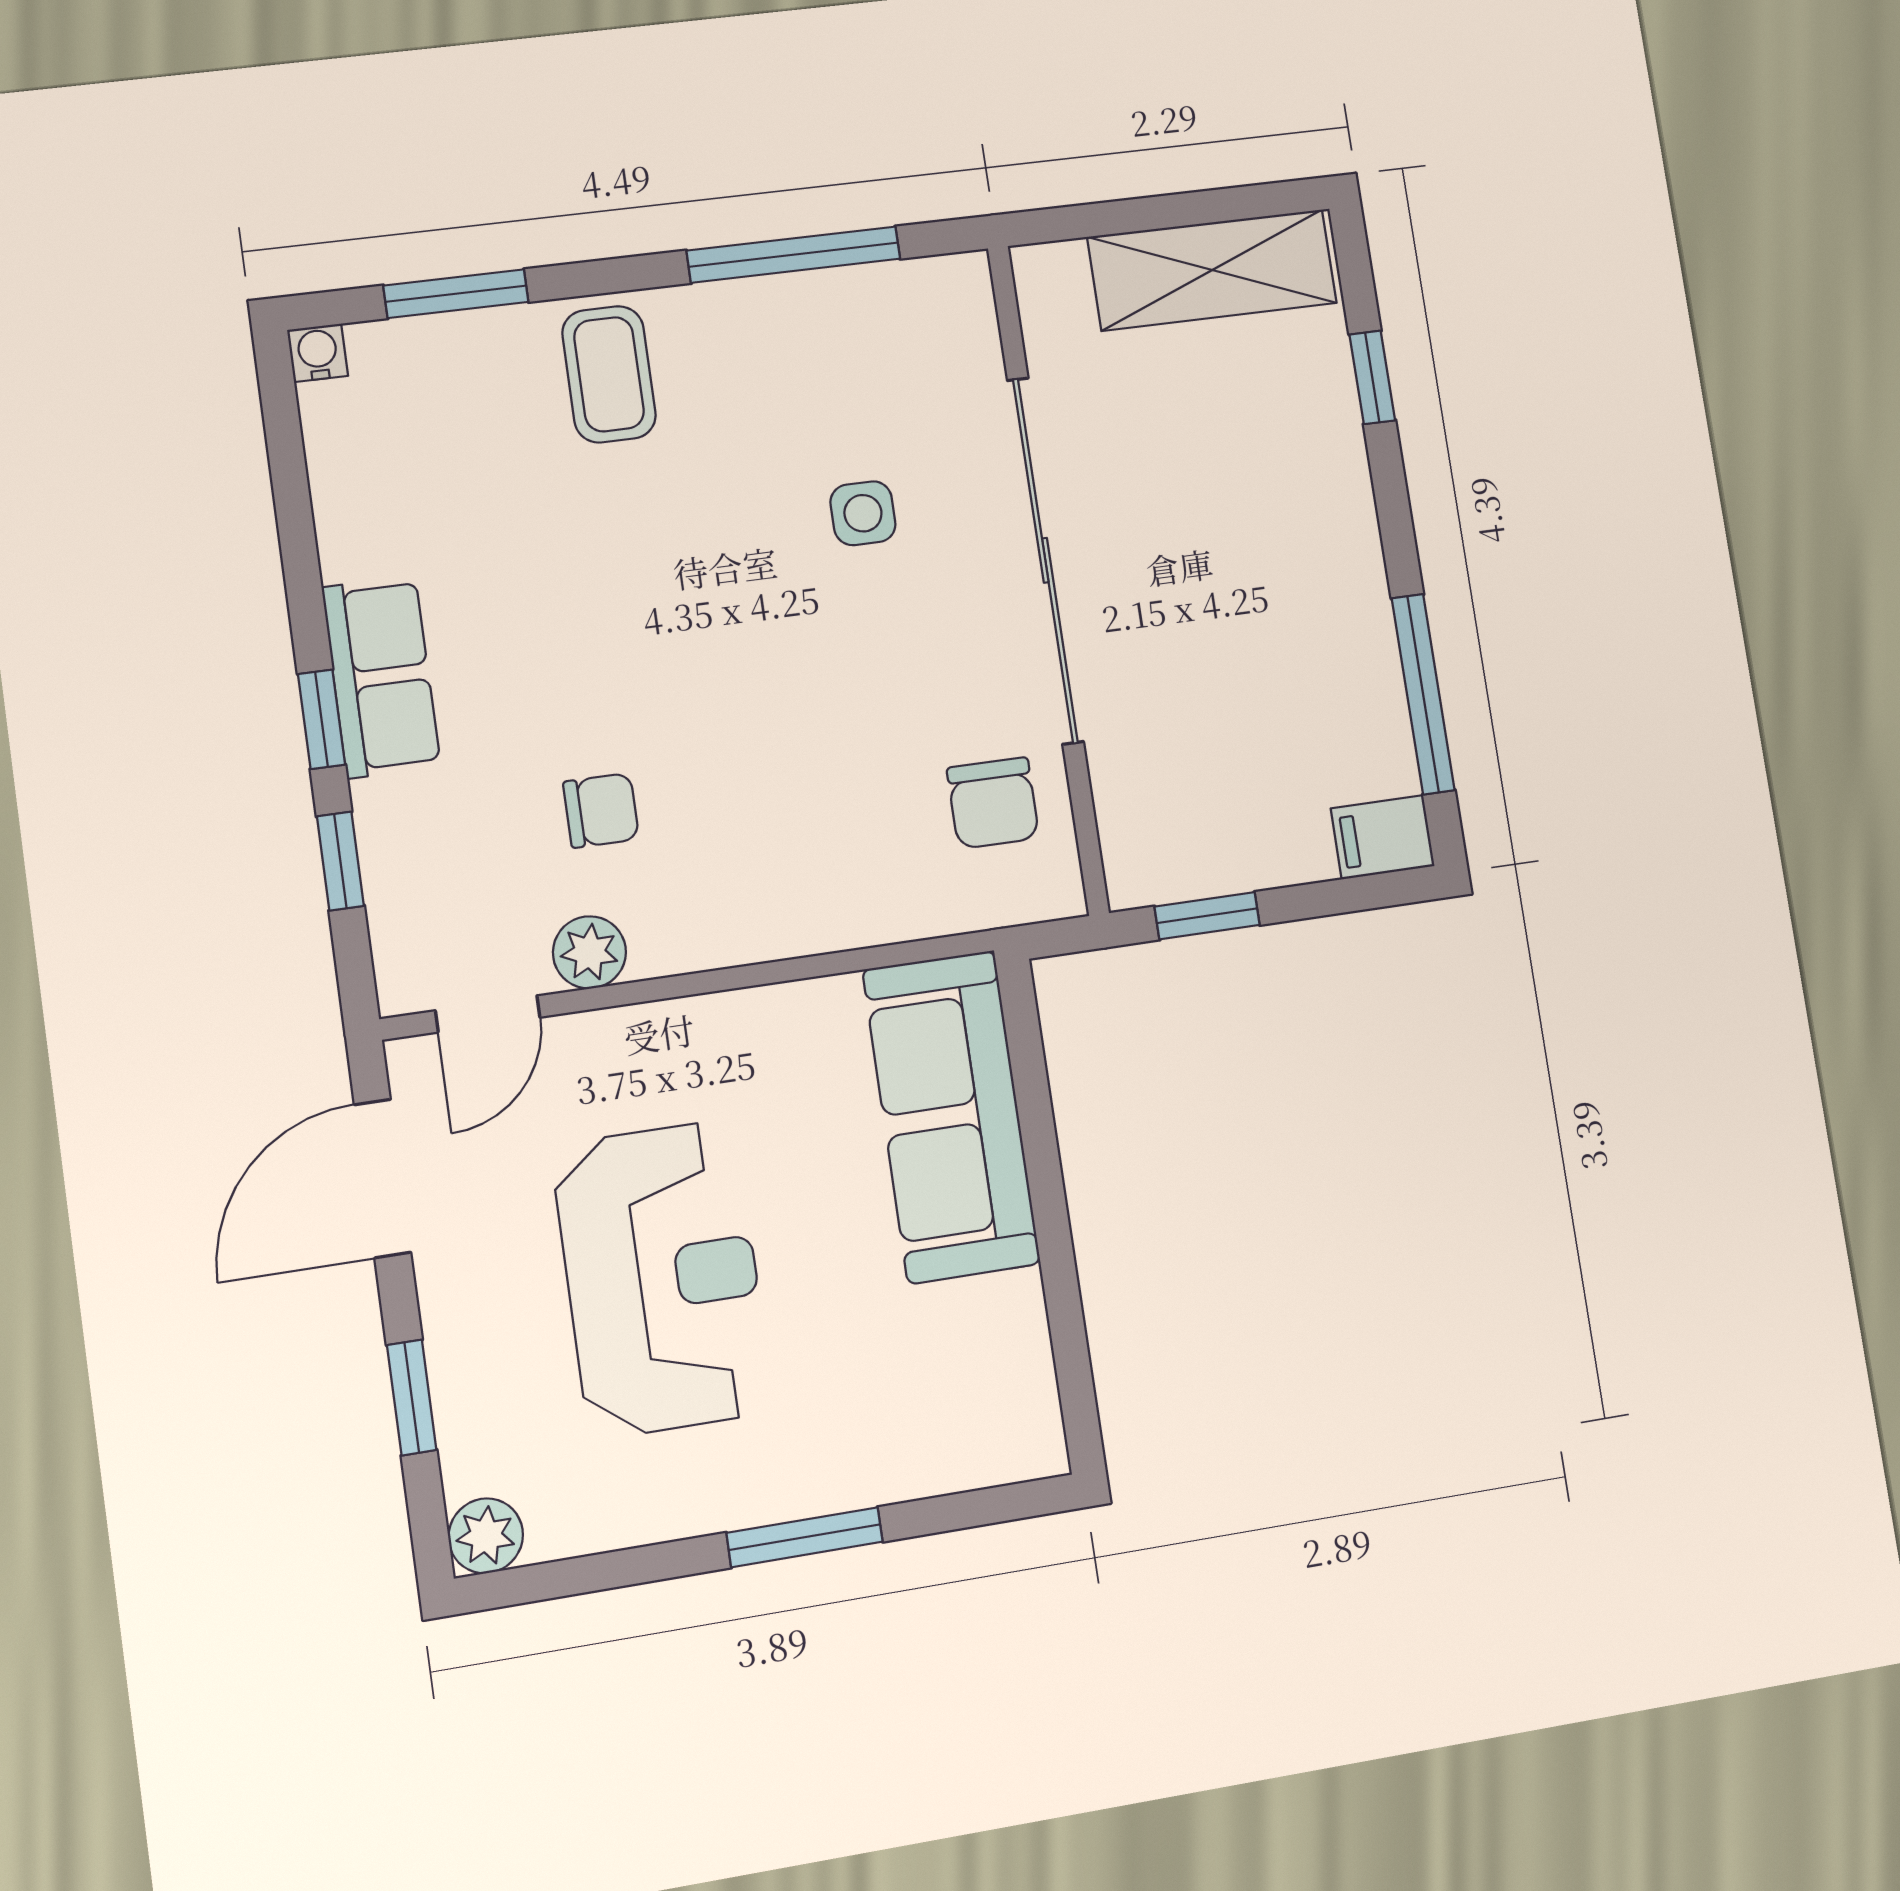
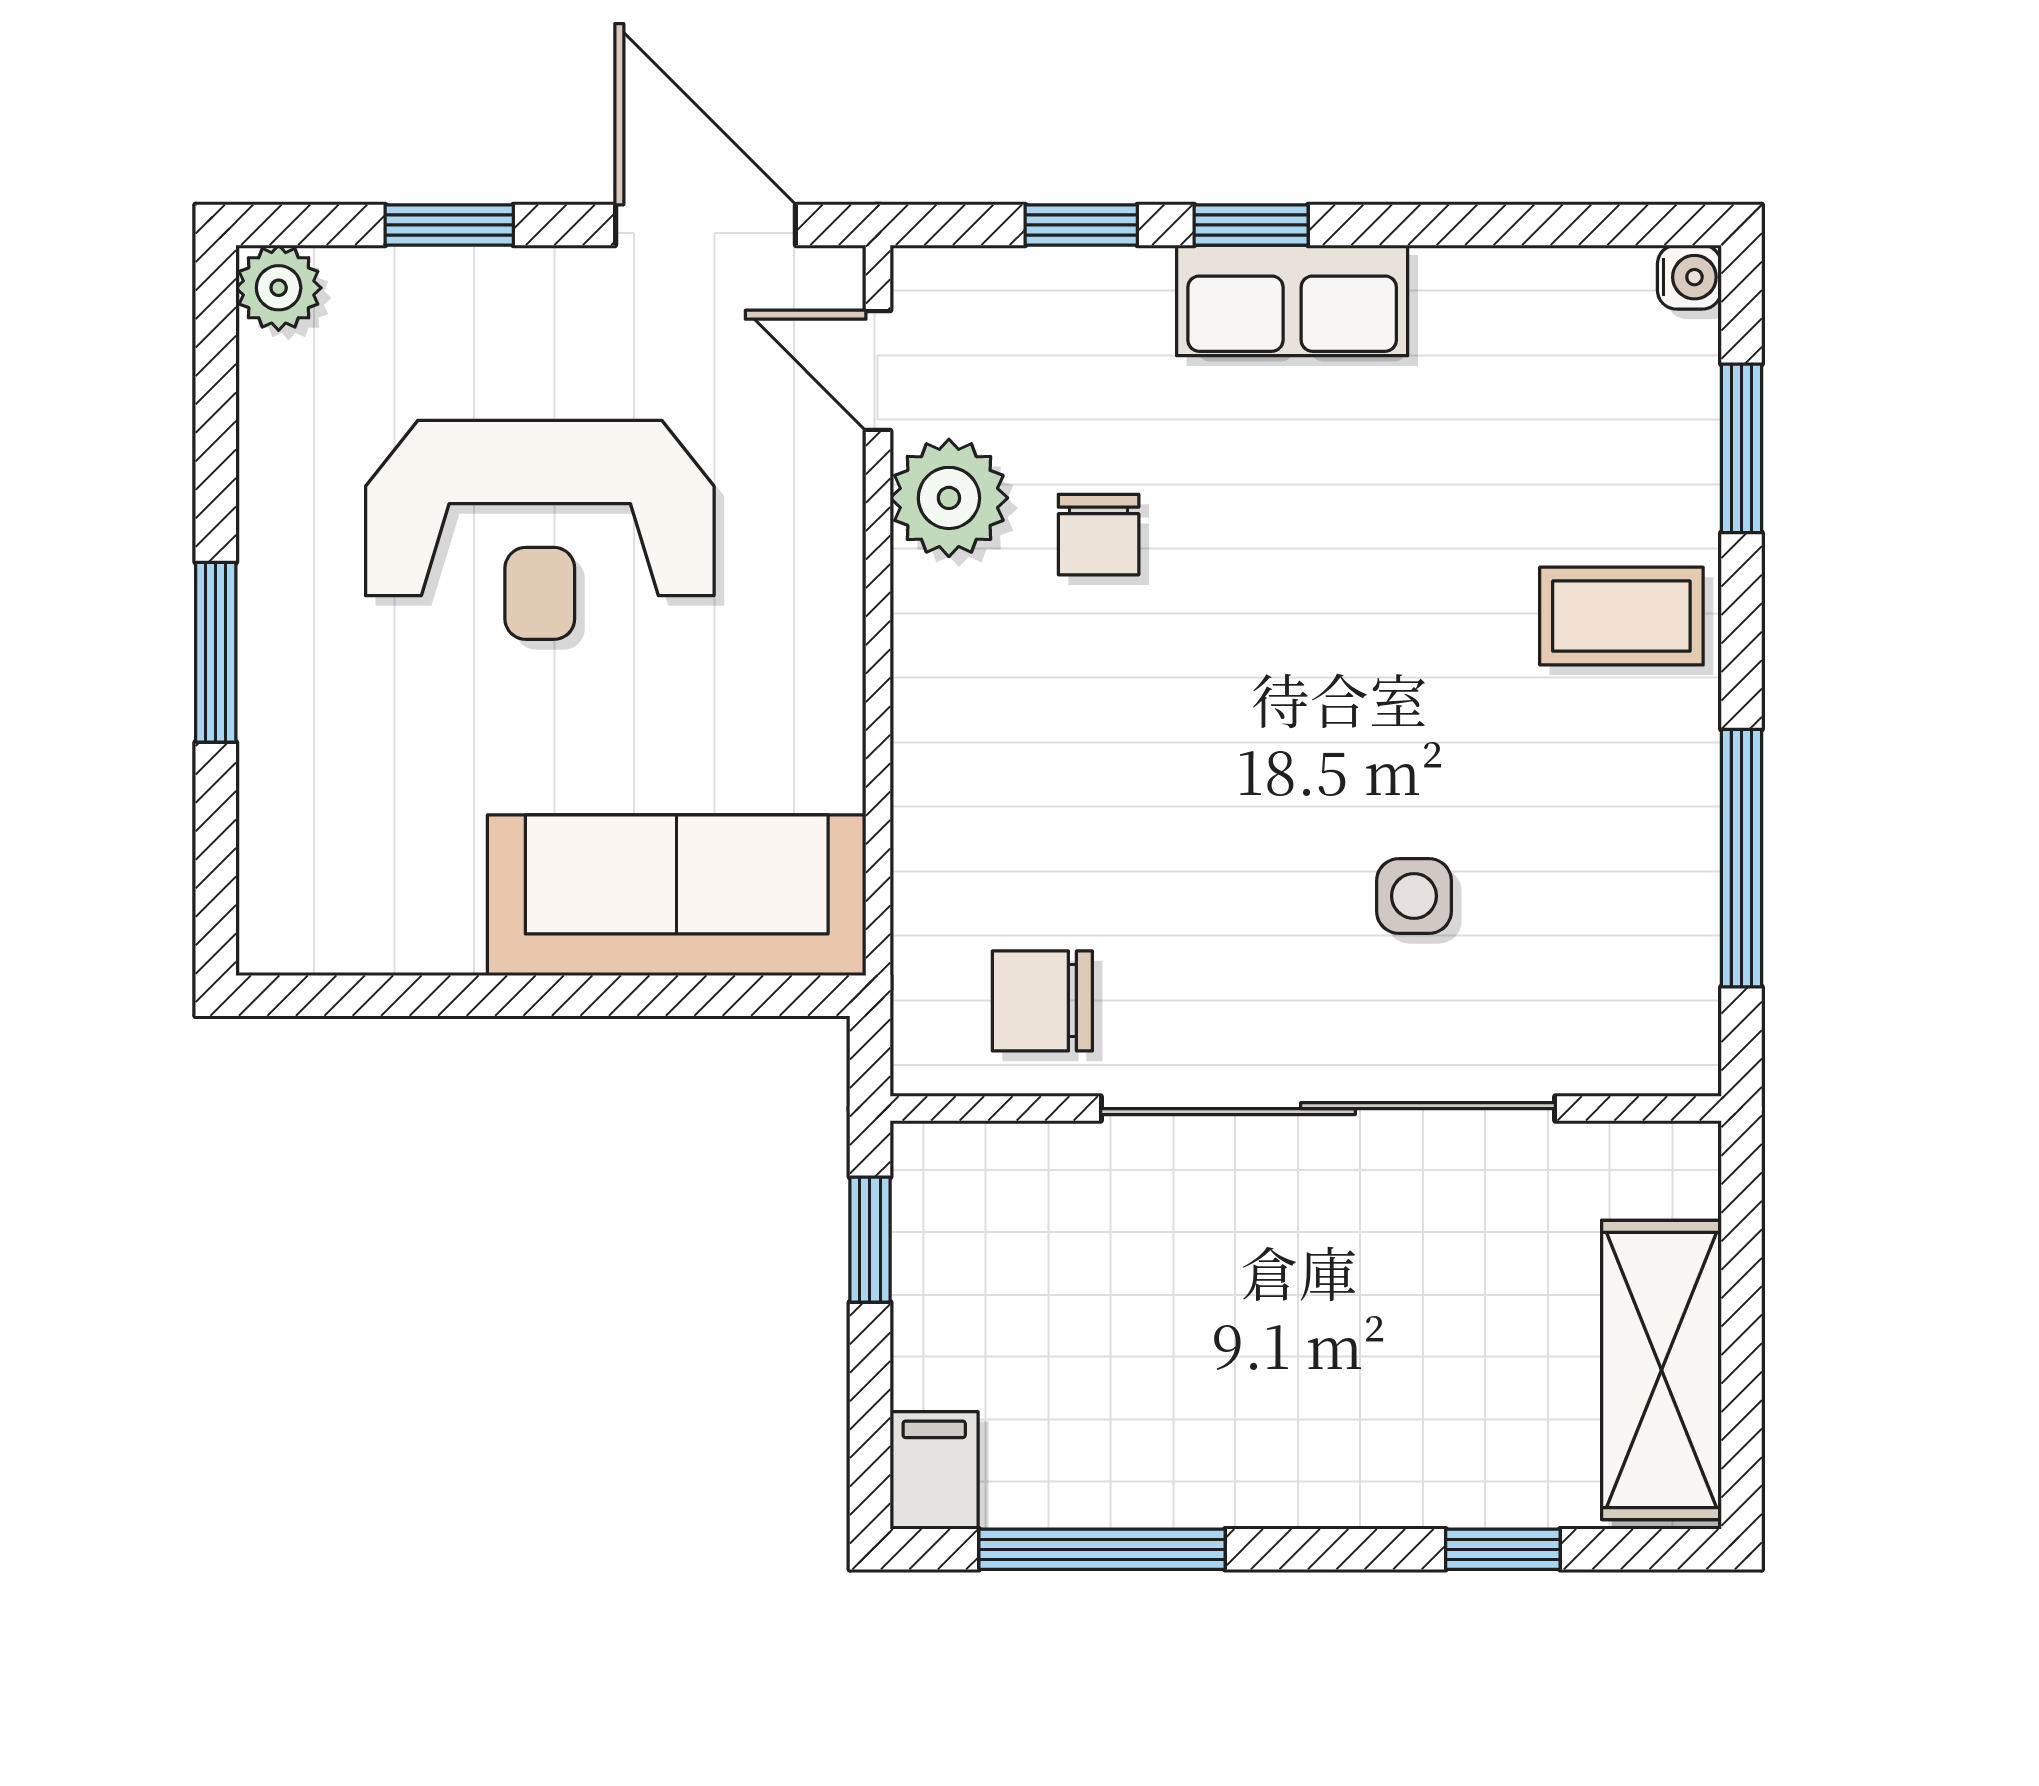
plant: (589, 952) -> (949, 498), width x1.38, depth x1.38

